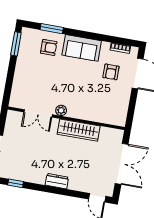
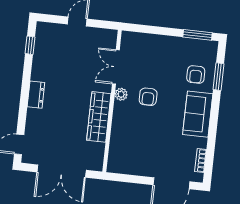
armchair: (111, 72) -> (148, 97), moved, turned -90

